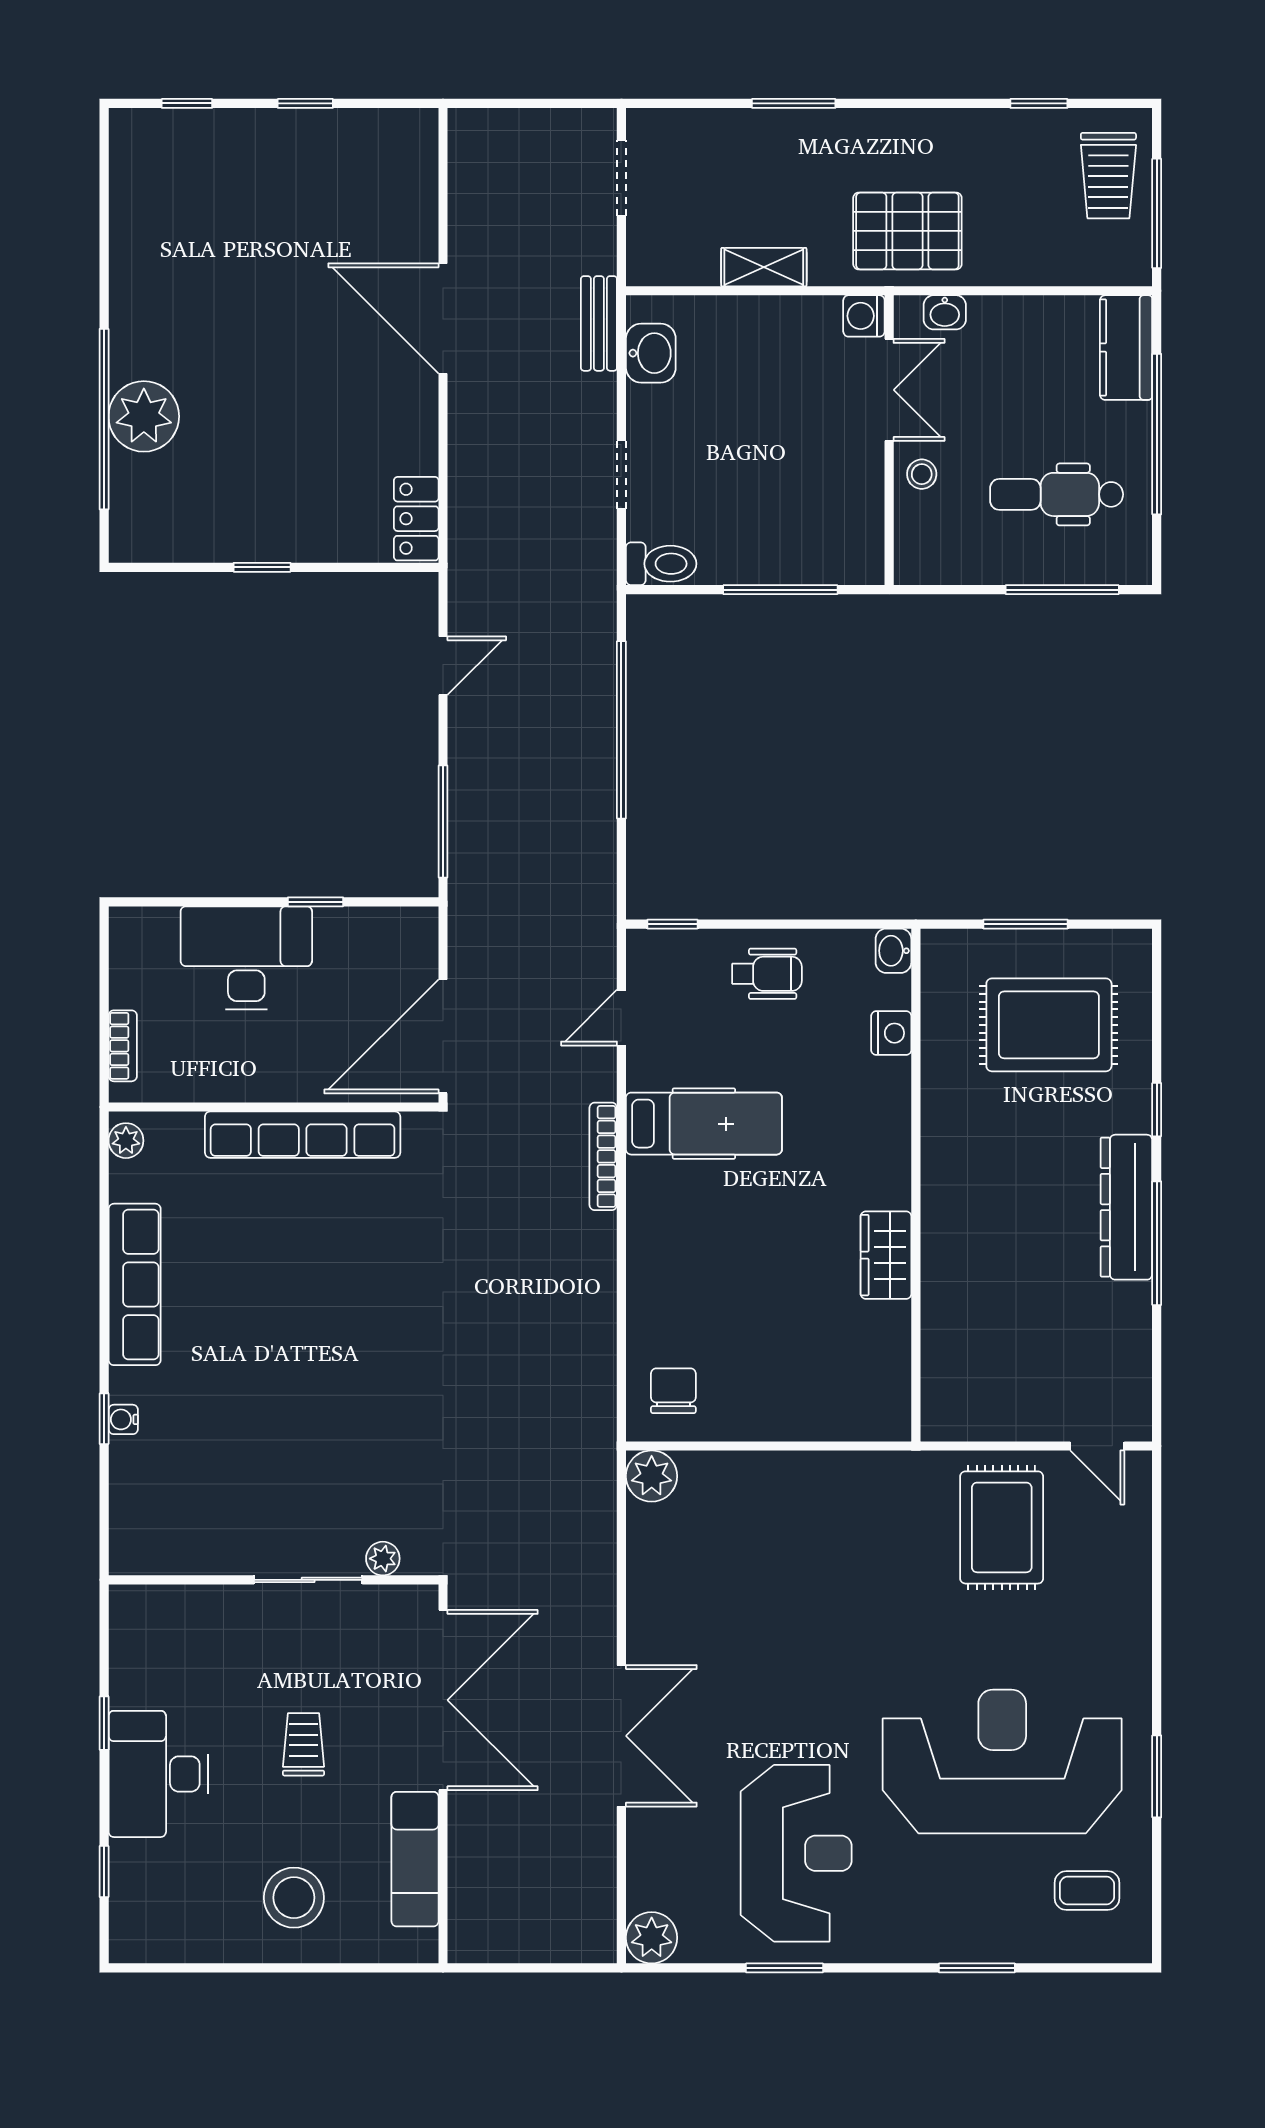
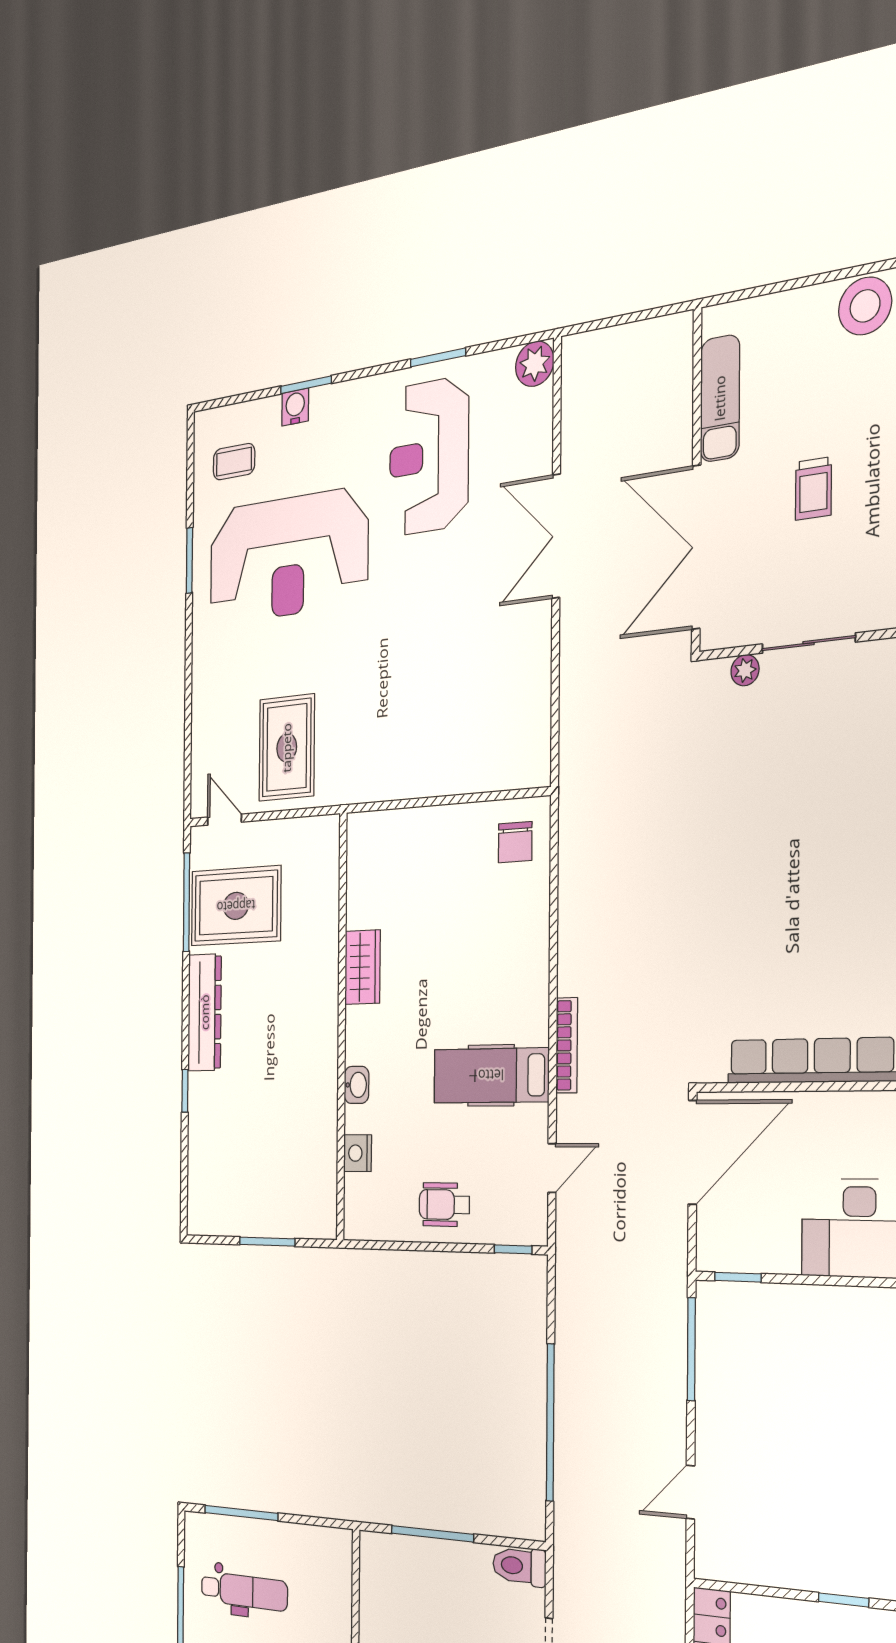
stool: (922, 474) -> (333, 1620), removed
window: (315, 902) -> (738, 1277), moved
washbasin: (893, 951) -> (357, 1085), moved
rug: (1049, 1025) -> (236, 906), moved
window: (1157, 1243) -> (187, 902), moved
plant: (652, 1476) -> (532, 766), removed
stool: (294, 1898) -> (865, 306), moved
water cooler: (993, 1943) -> (295, 407), added

